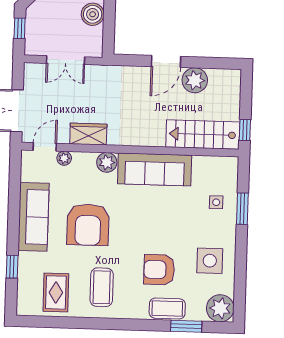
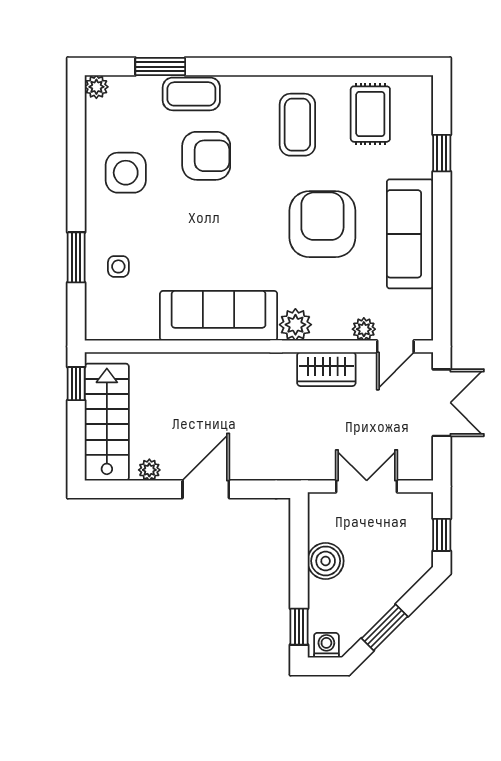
plant: (195, 80) -> (149, 470), width x0.53, depth x0.53
stairs: (203, 134) -> (107, 422), moved, turned -90
plant: (220, 308) -> (96, 87), width x0.53, depth x0.53

